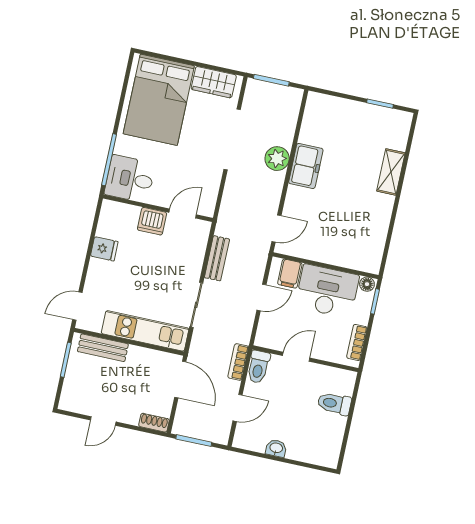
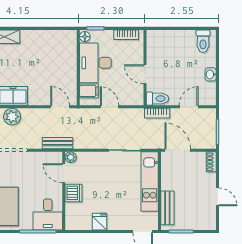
plant: (203, 228) -> (71, 157), added
bench: (217, 258) -> (57, 143), moved
door: (180, 379) -> (178, 150), hinge flipped
toilet: (334, 404) -> (203, 41), moved
door: (238, 408) -> (189, 107), hinge flipped

